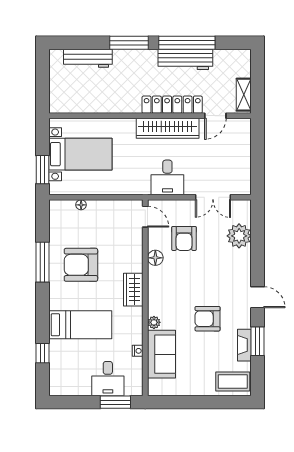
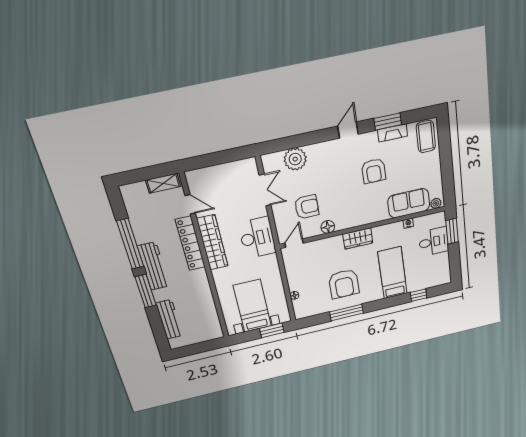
workbench: (185, 59) -> (153, 266), moved
desk: (167, 177) -> (257, 238), width x1.37
plant: (154, 322) -> (436, 203), moved

